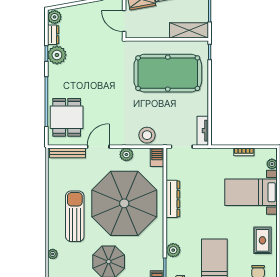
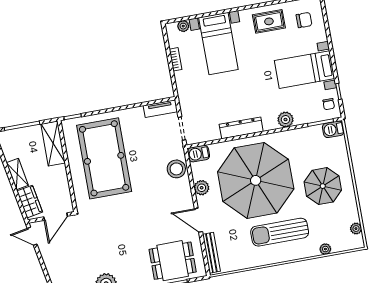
plant: (173, 250) -> (285, 120), moved

